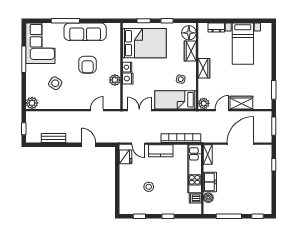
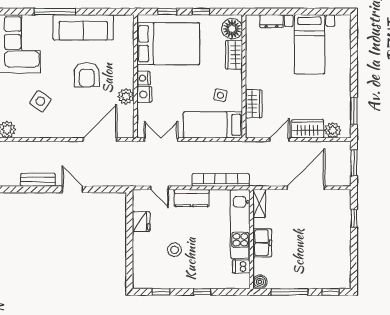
wardrobe: (204, 68) -> (254, 104), moved
plant: (204, 103) -> (333, 130), moved
door: (97, 110) -> (100, 140), width x1.88
door: (89, 145) -> (72, 189), moved
fridge: (125, 157) -> (141, 222), moved
boiler: (208, 198) -> (260, 282), moved

